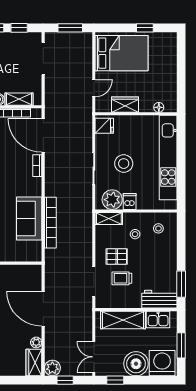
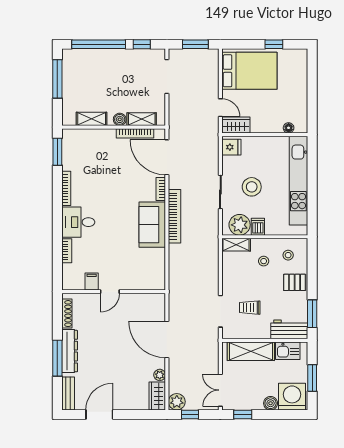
door: (94, 88) -> (220, 108), hinge flipped
wardrobe: (125, 105) -> (236, 125), moved
sofa: (29, 219) -> (152, 225), moved
bookcase: (50, 223) -> (175, 216), moved
pallet: (117, 256) -> (295, 282), moved
boiler: (136, 364) -> (271, 403), width x0.54, depth x0.54

